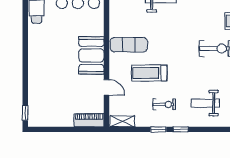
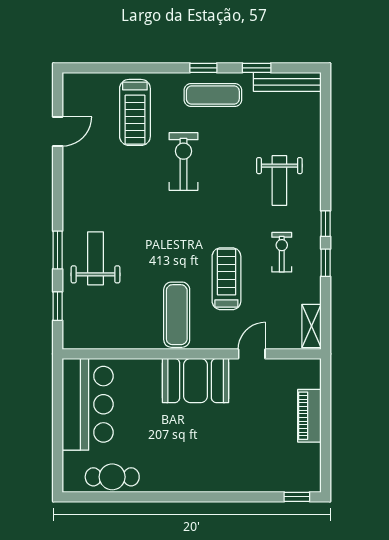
treadmill: (149, 73) -> (226, 279), turned 180
piano: (89, 120) -> (309, 416), moved

